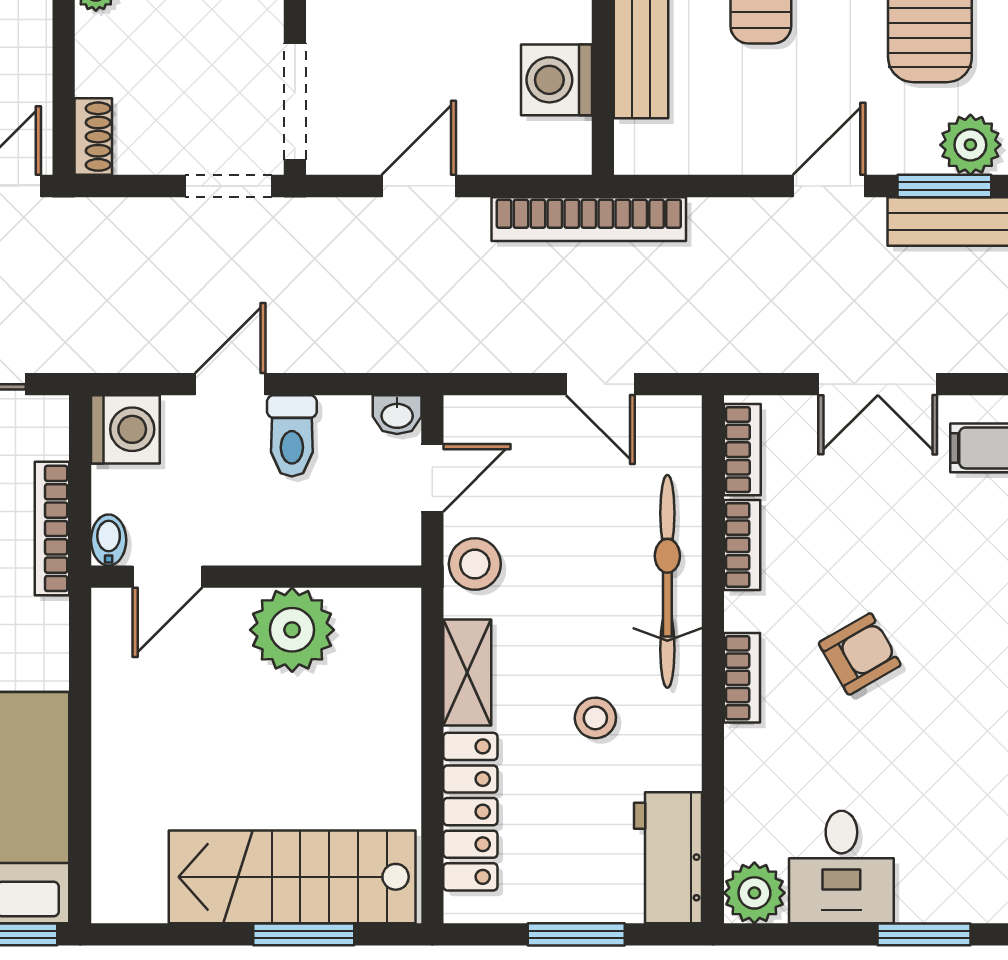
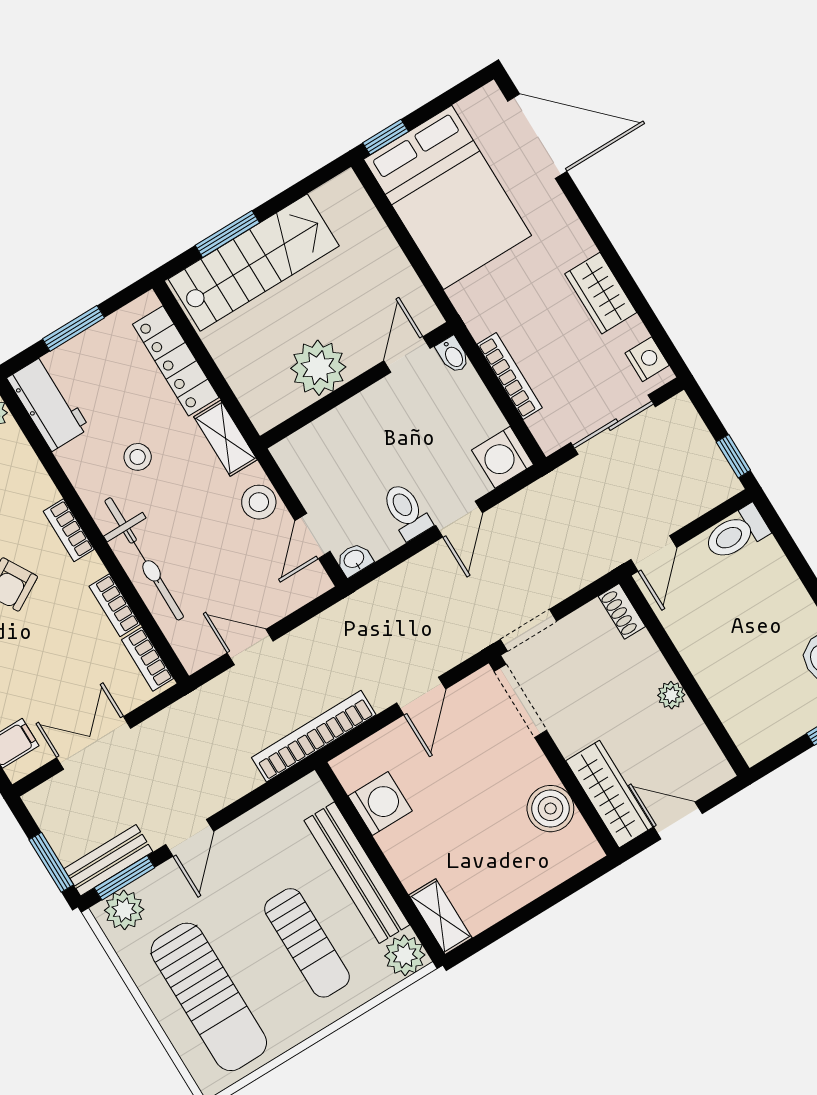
bidet: (109, 540) -> (453, 355), moved
door: (167, 577) -> (407, 355), moved
wall: (256, 577) -> (357, 385), moved
plant: (292, 630) -> (318, 368), moved

